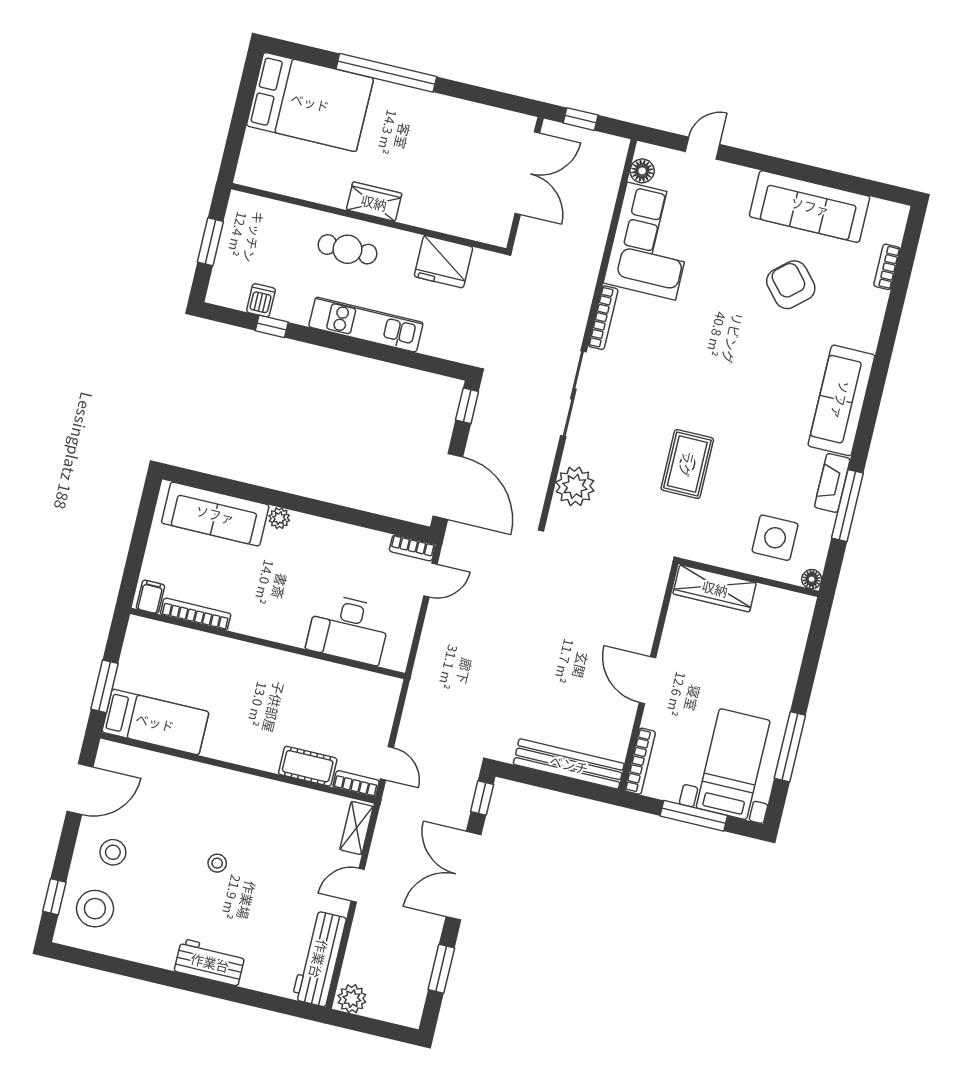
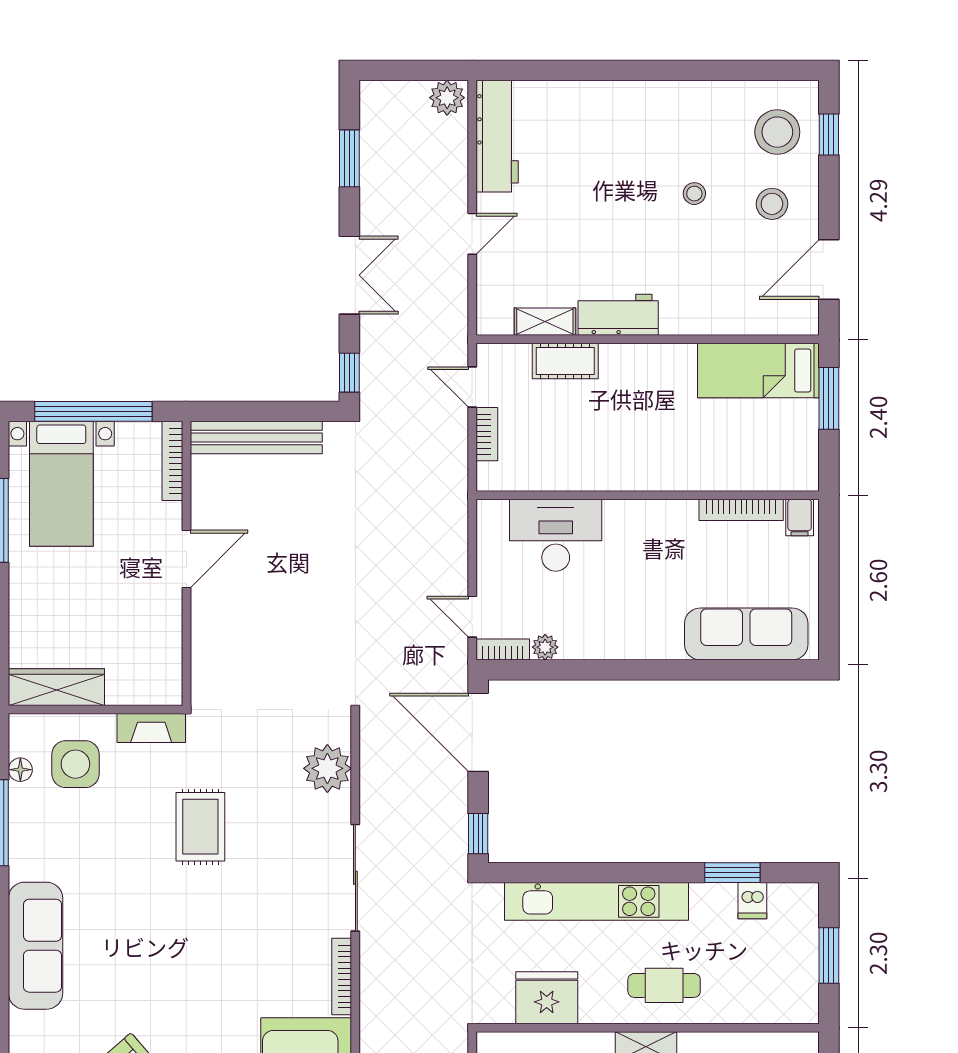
kitchen unit: (366, 325) -> (596, 901), width x1.36
window: (272, 326) -> (732, 873), width x1.50
fireplace: (832, 483) -> (151, 728), moved, turned 90
plant: (279, 518) -> (545, 647), moved
floor lamp: (812, 579) -> (20, 770), moved
door: (430, 580) -> (472, 617), hinge flipped
wardrobe: (715, 588) -> (56, 687), moved
door: (648, 680) -> (186, 559), hinge flipped
bookcase: (356, 784) -> (487, 434), moved, turned -90
window: (694, 816) -> (93, 411), width x1.46
shelving: (356, 828) -> (545, 322), moved, turned 90
stool: (217, 863) -> (694, 194), moved
double door: (464, 876) -> (349, 275), width x0.73
workbench: (210, 962) -> (618, 315), moved, turned 180

